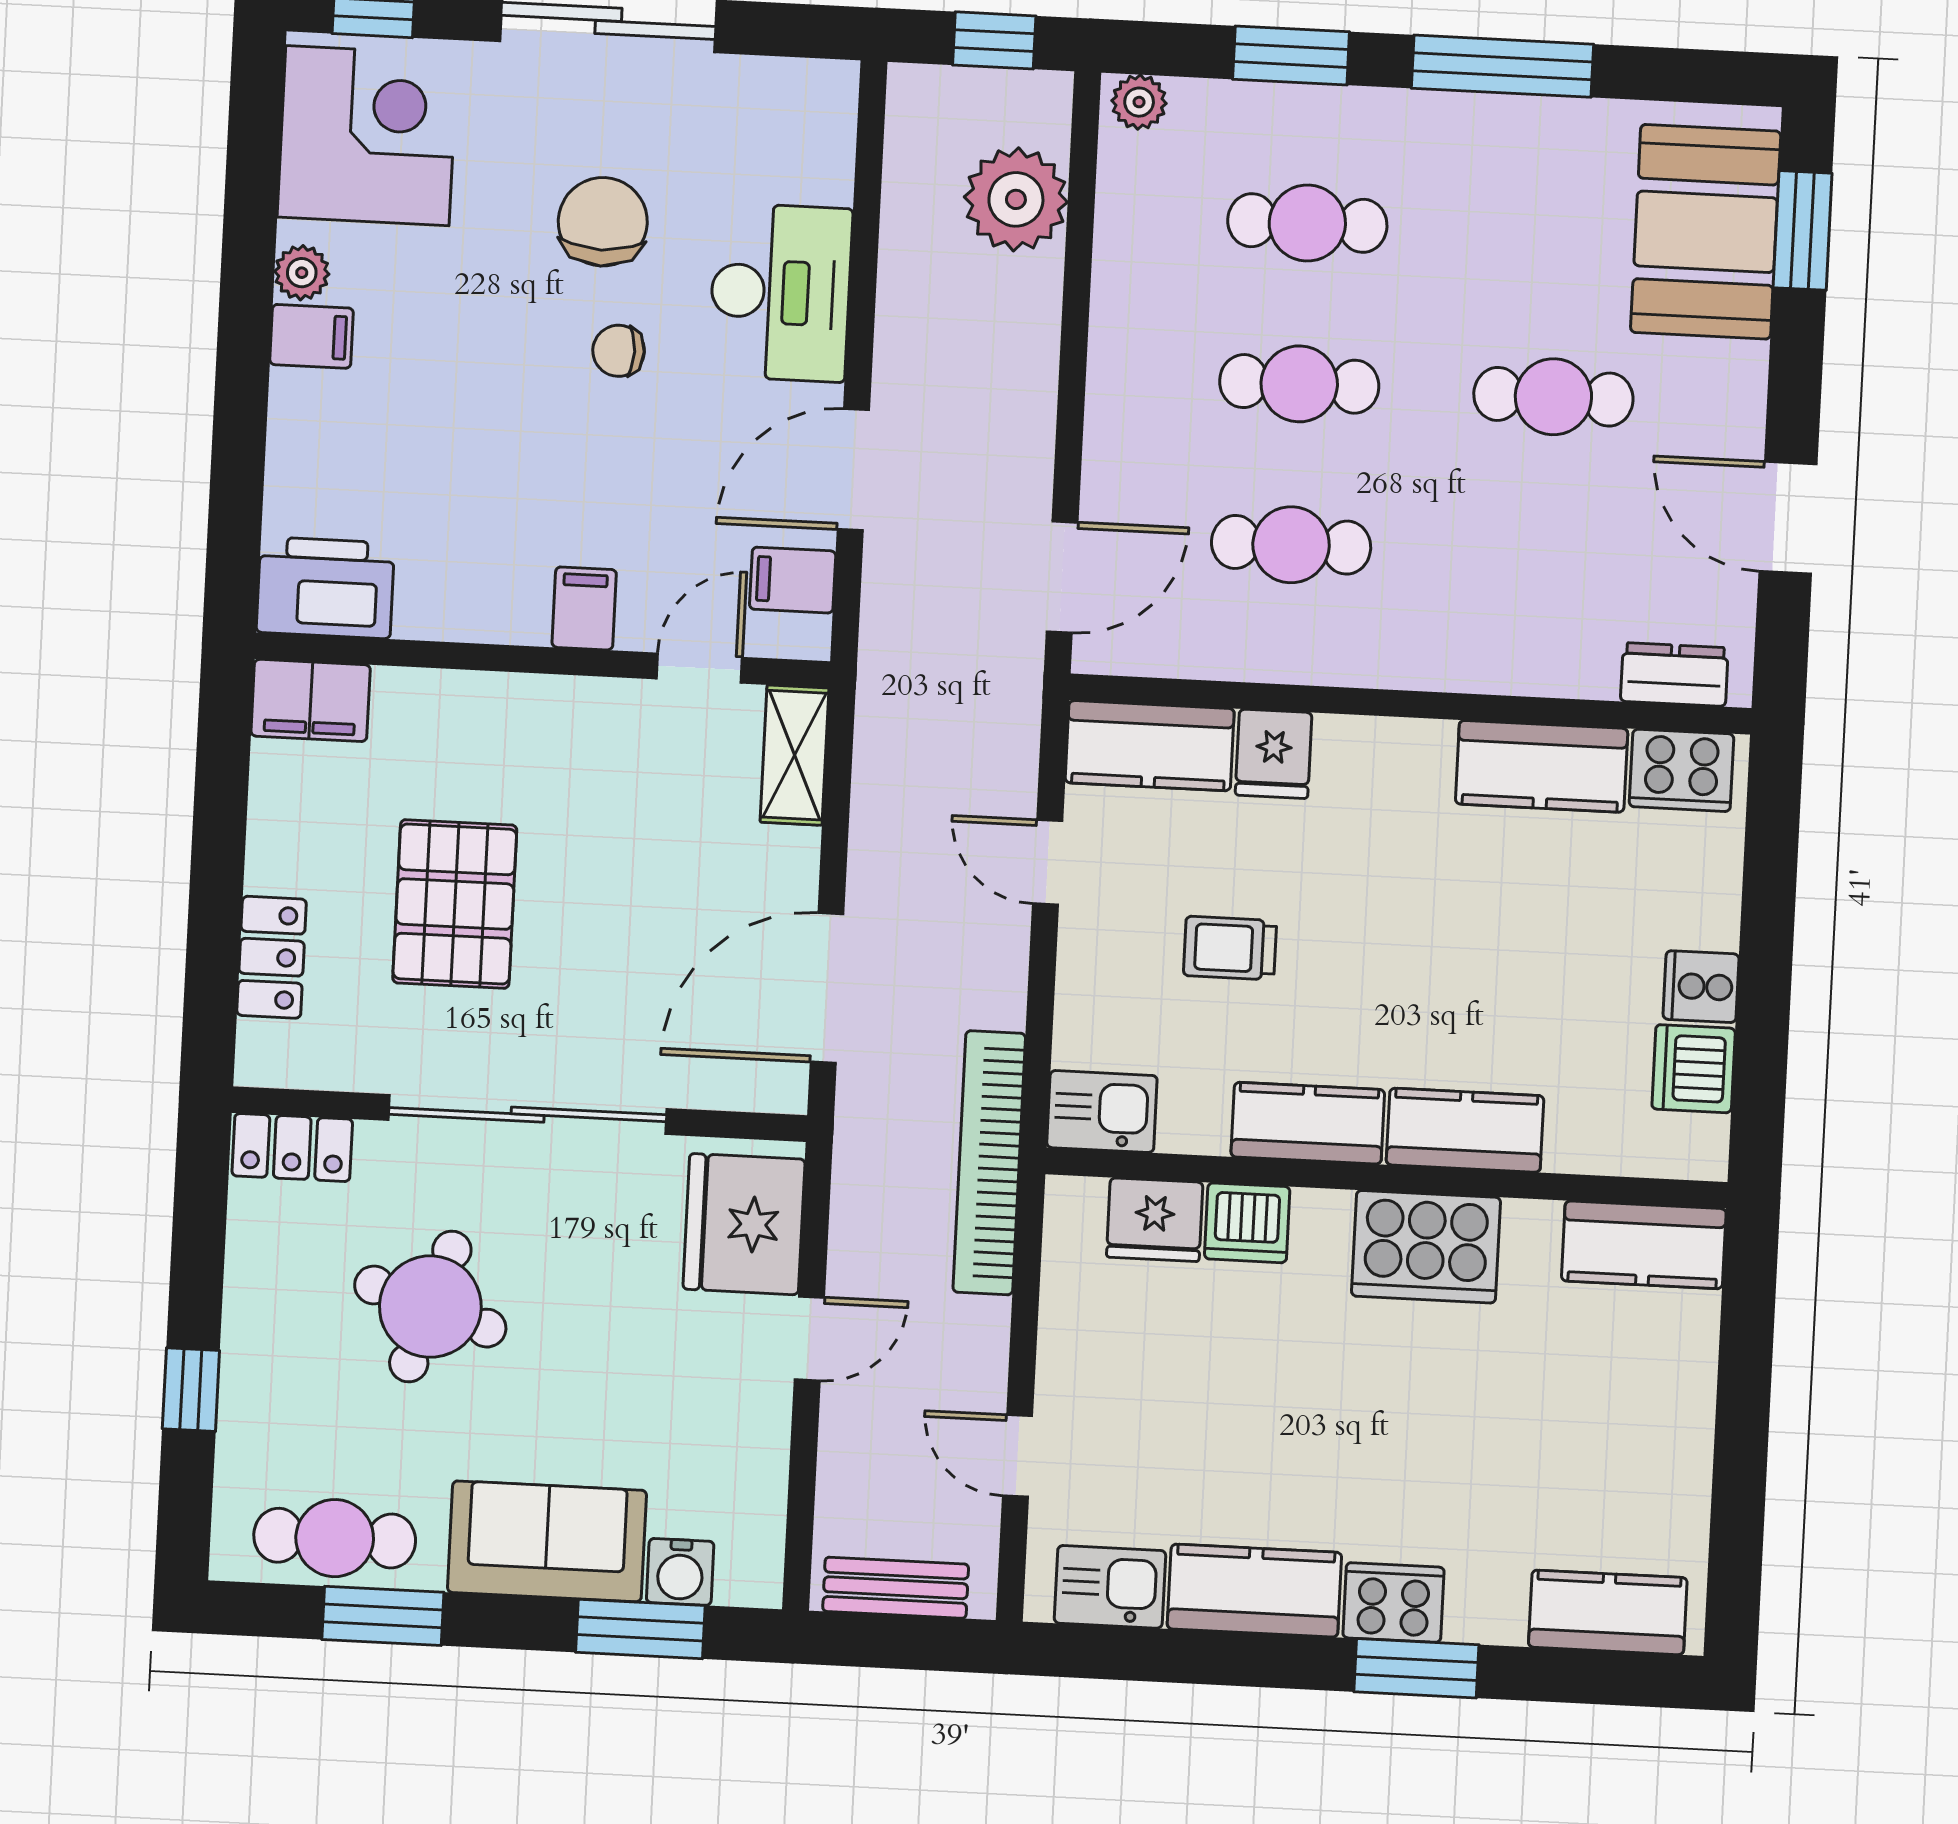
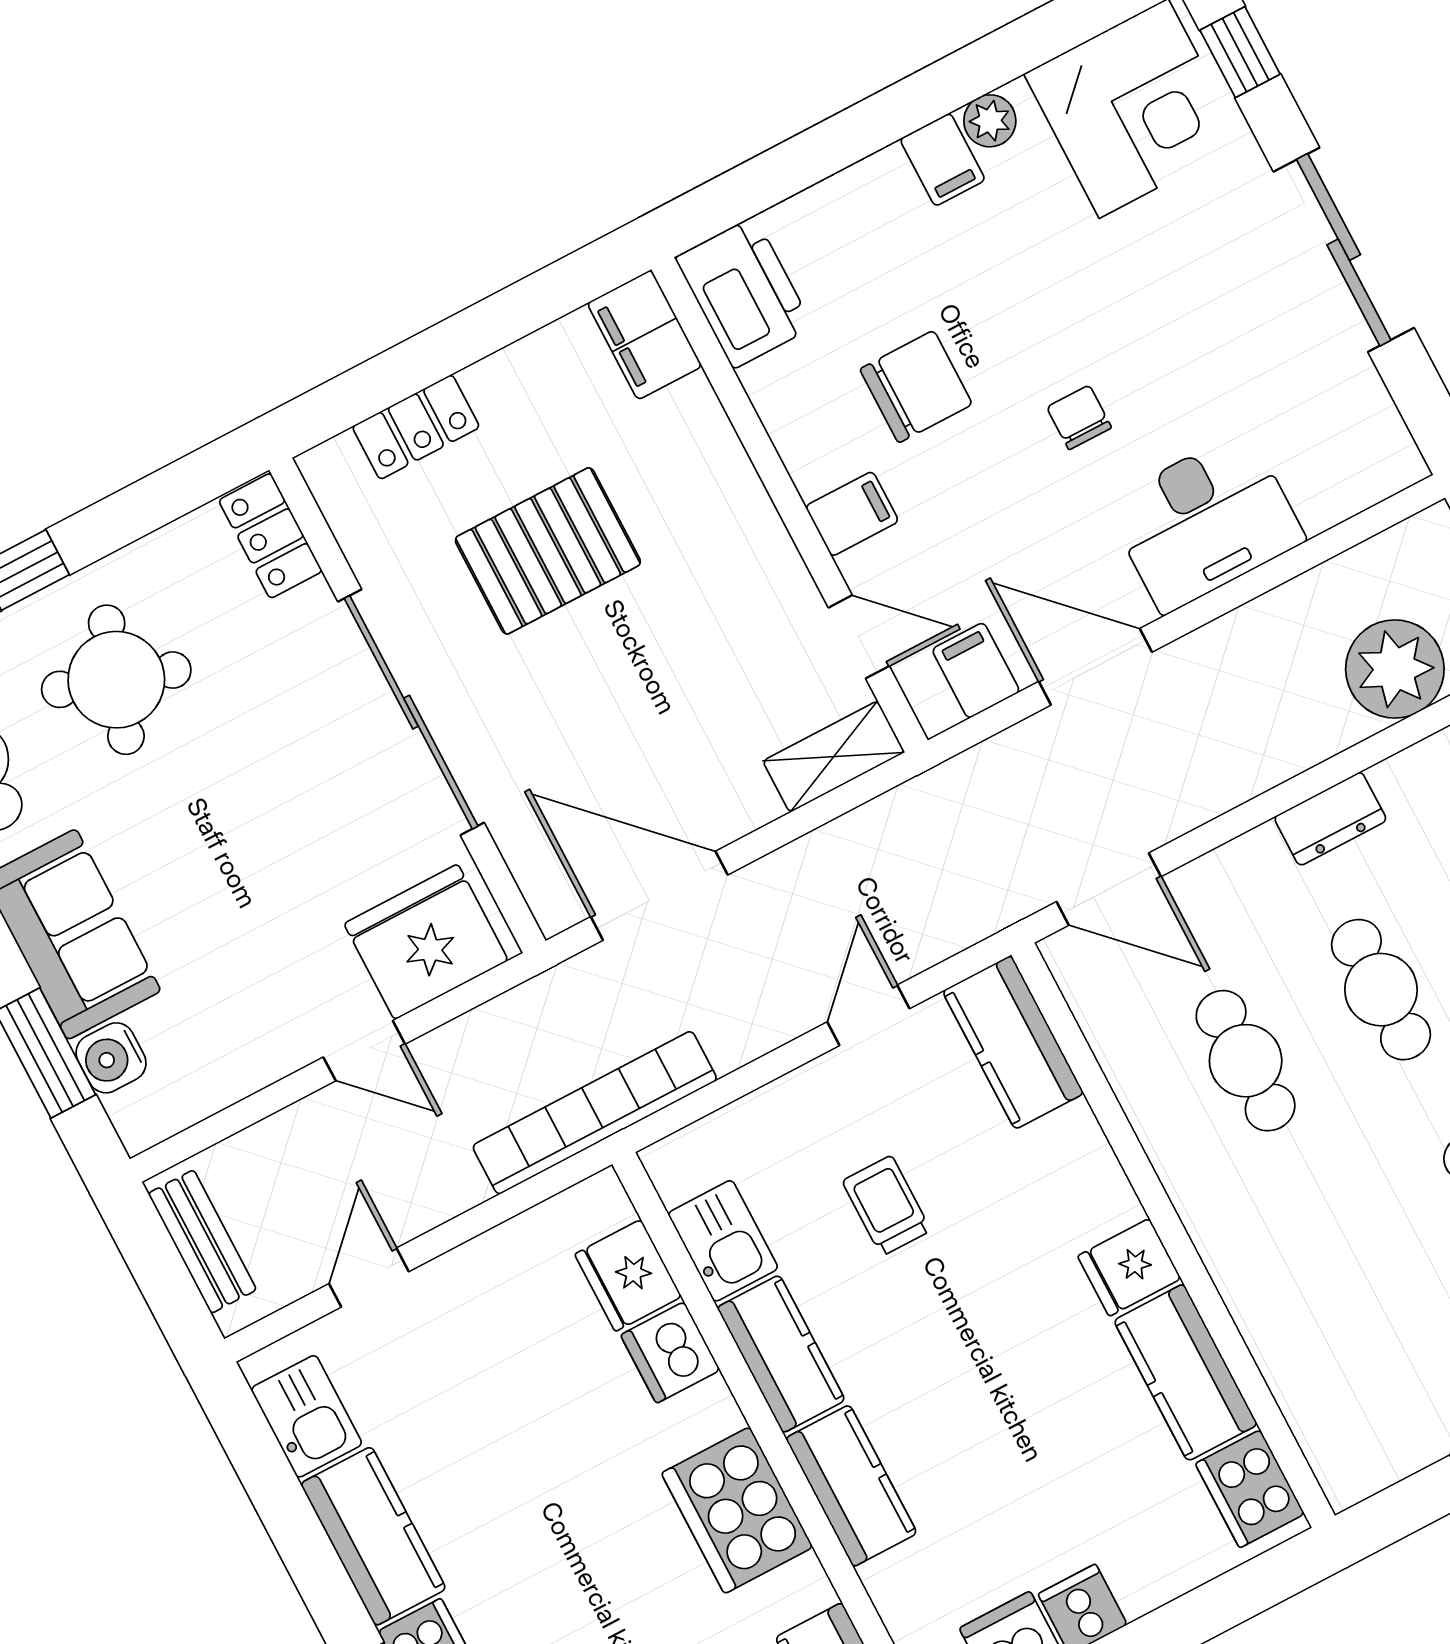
chair: (603, 222) -> (916, 387), moved
dresser: (1674, 674) -> (1330, 819), moved, turned 90
fridge: (1274, 754) -> (1129, 1267), moved
kitchen sink: (1102, 1112) -> (723, 1241), moved
round table: (430, 1307) -> (116, 680), moved

